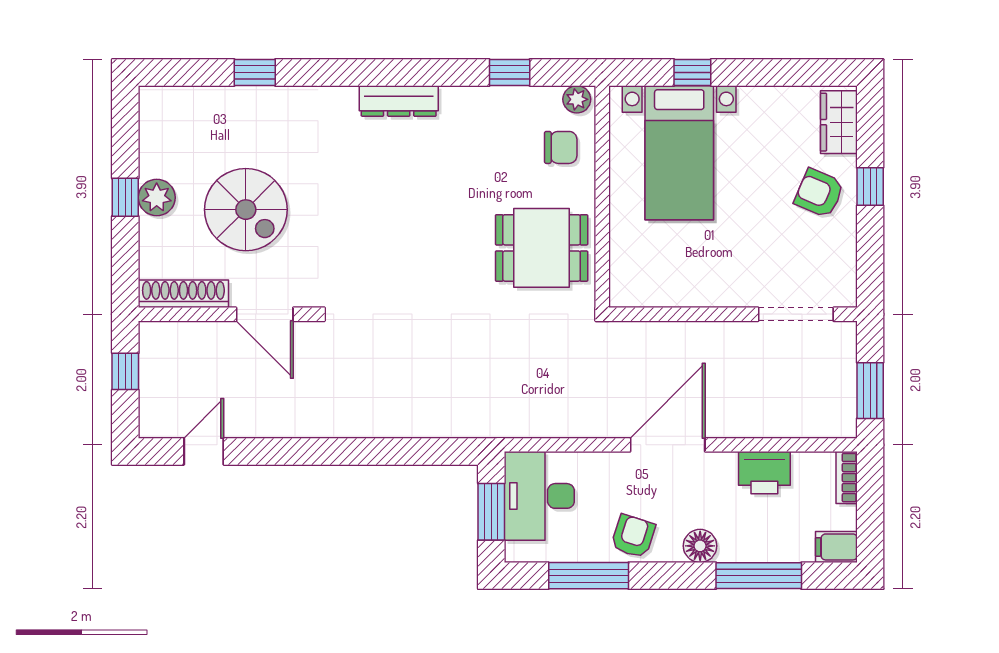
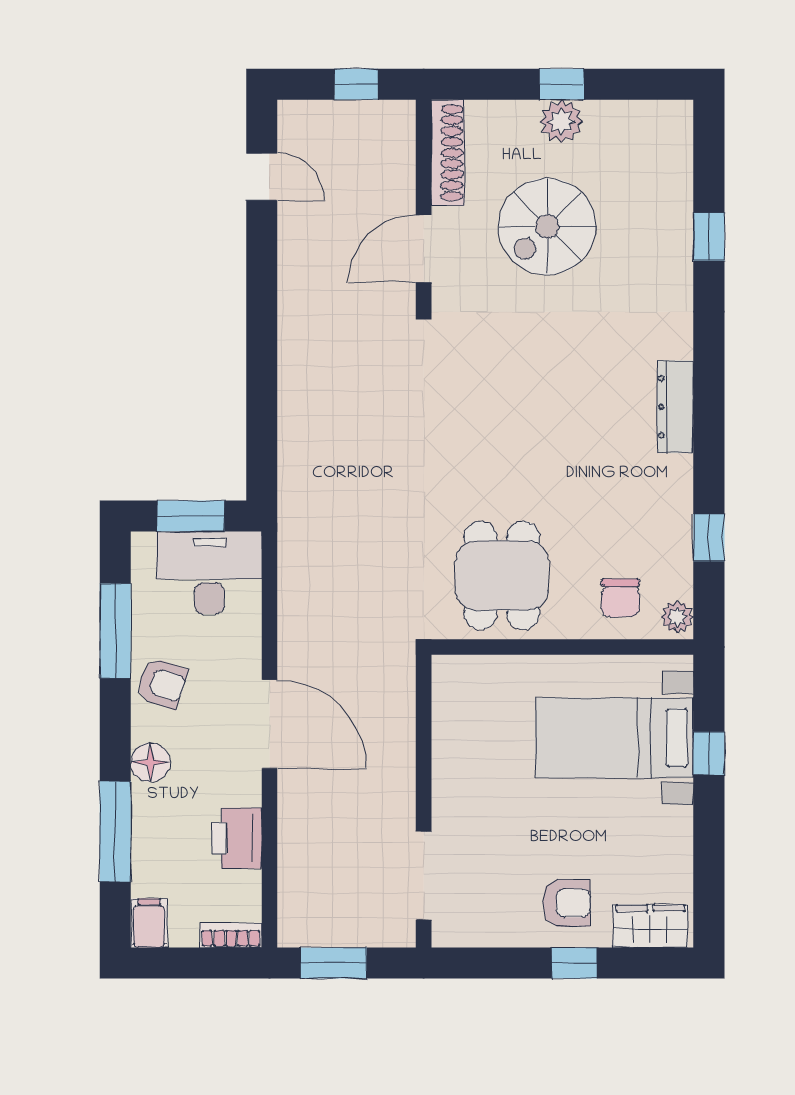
armchair: (819, 193) -> (567, 903), turned 67

